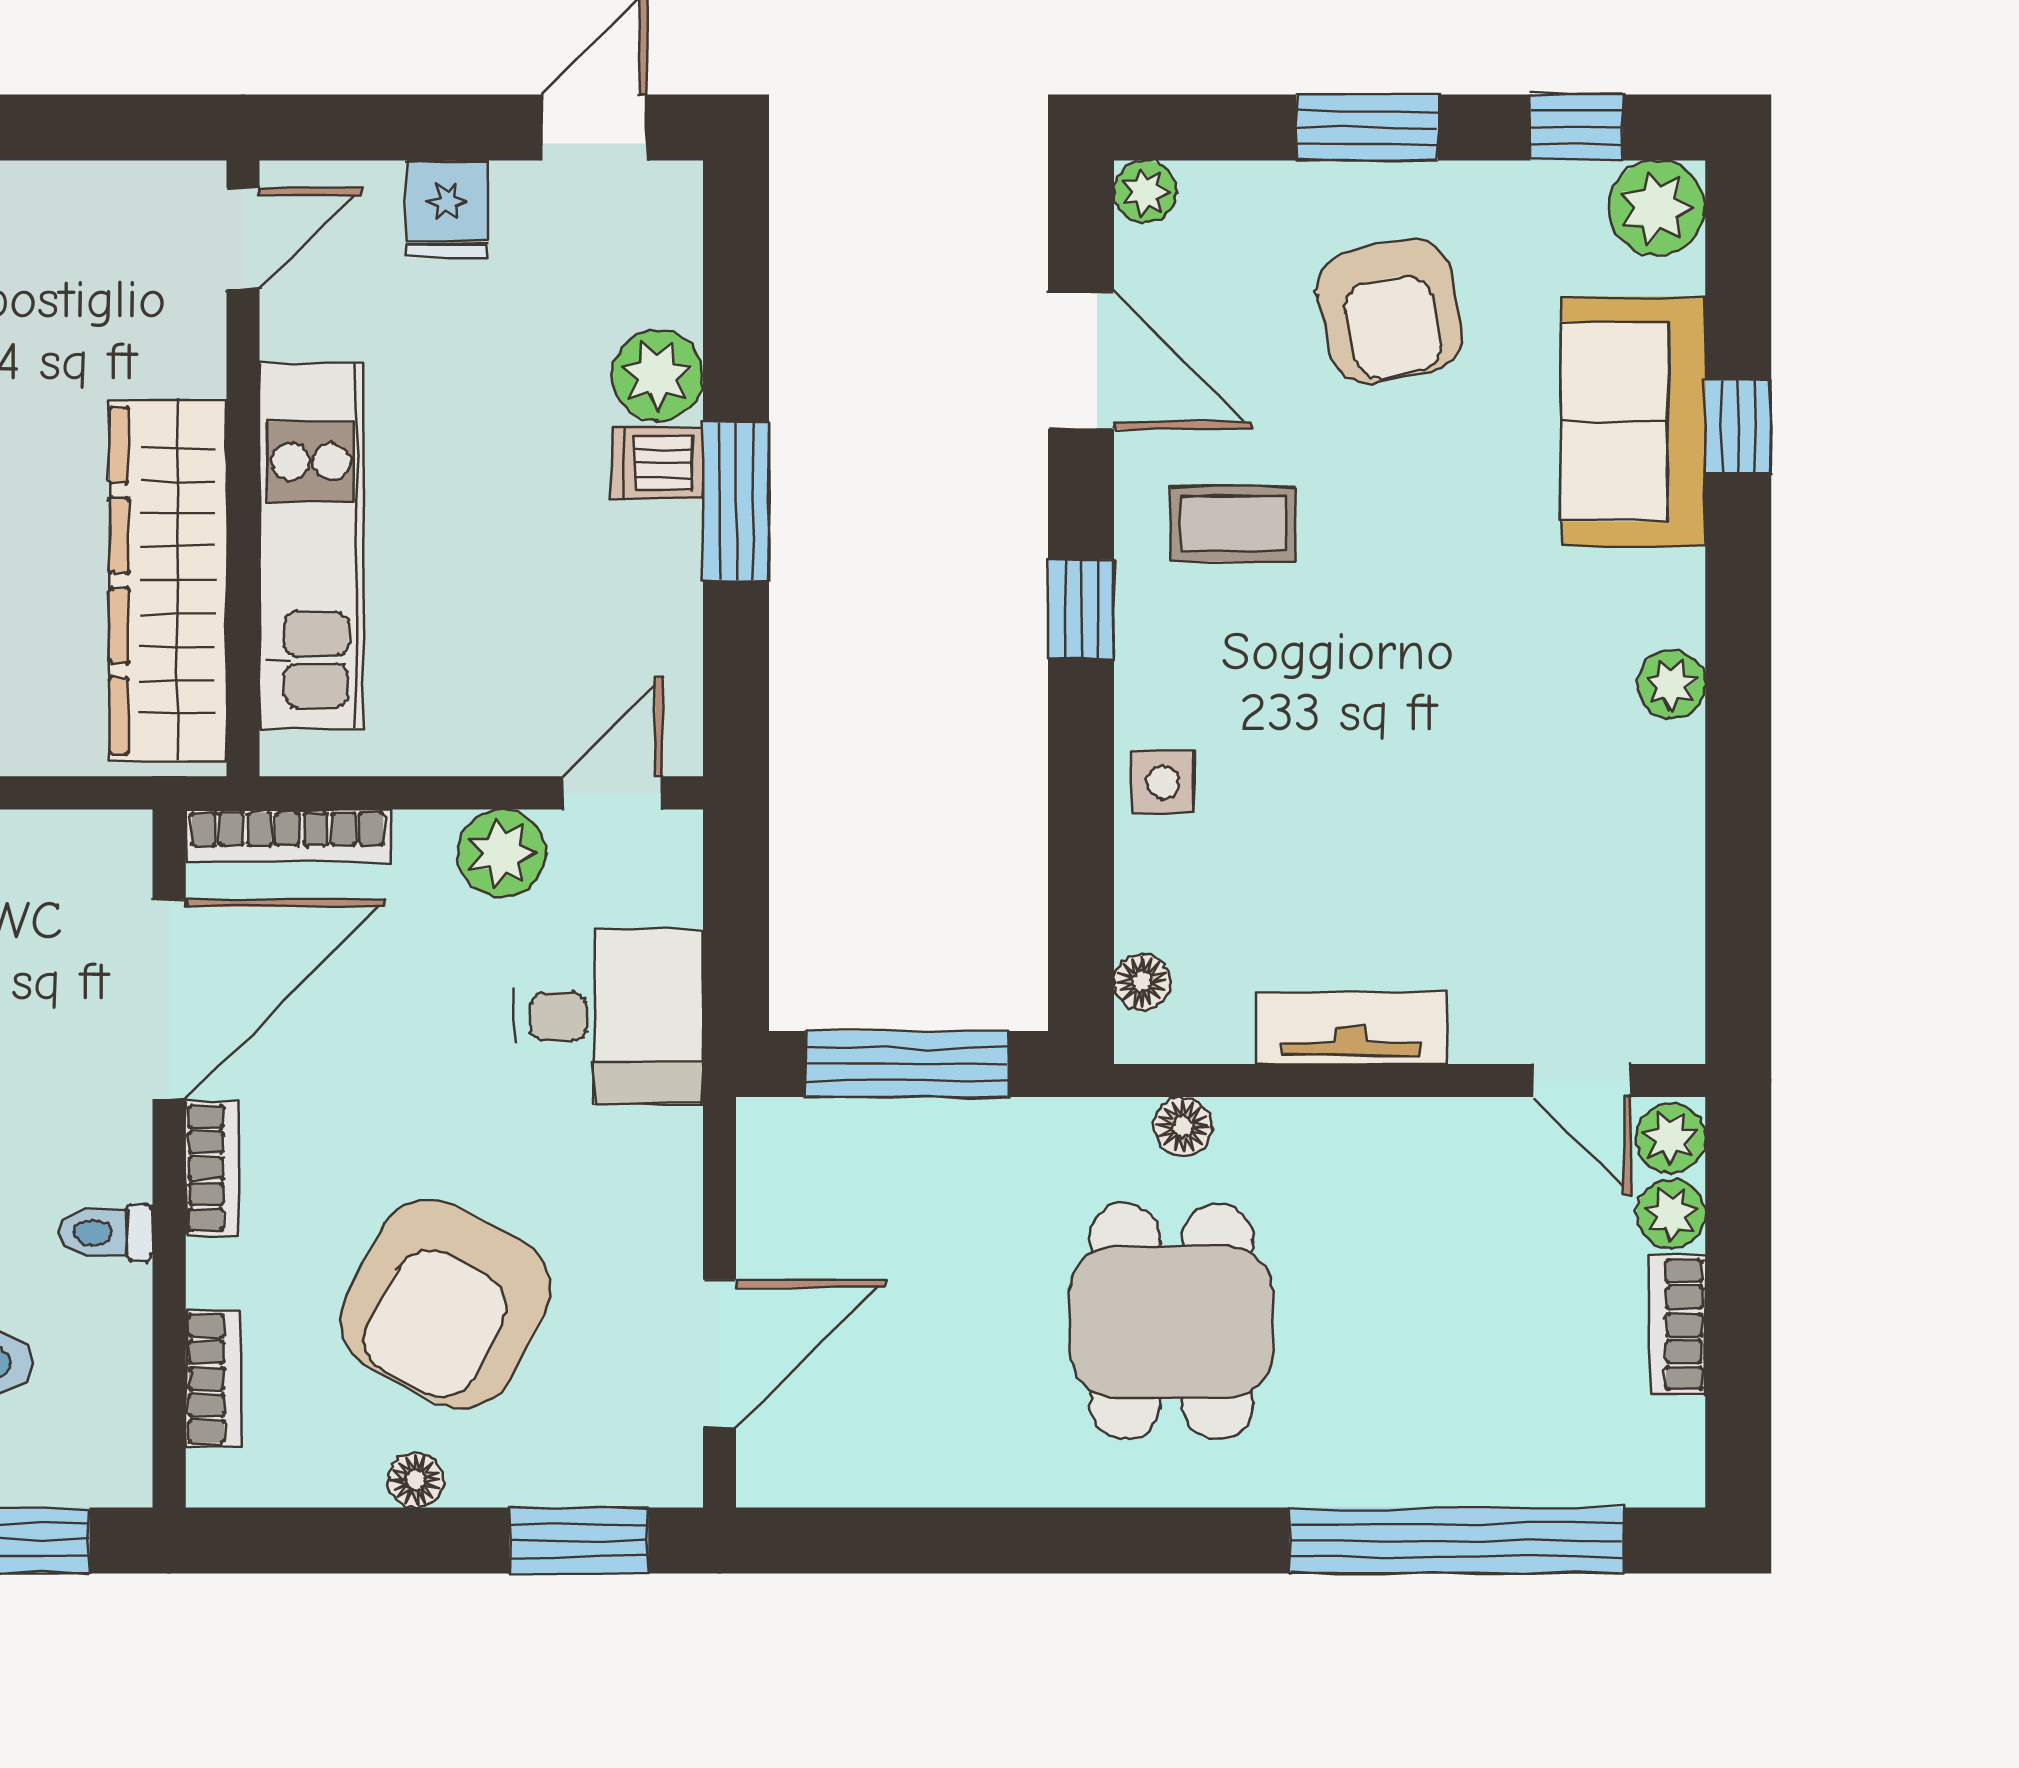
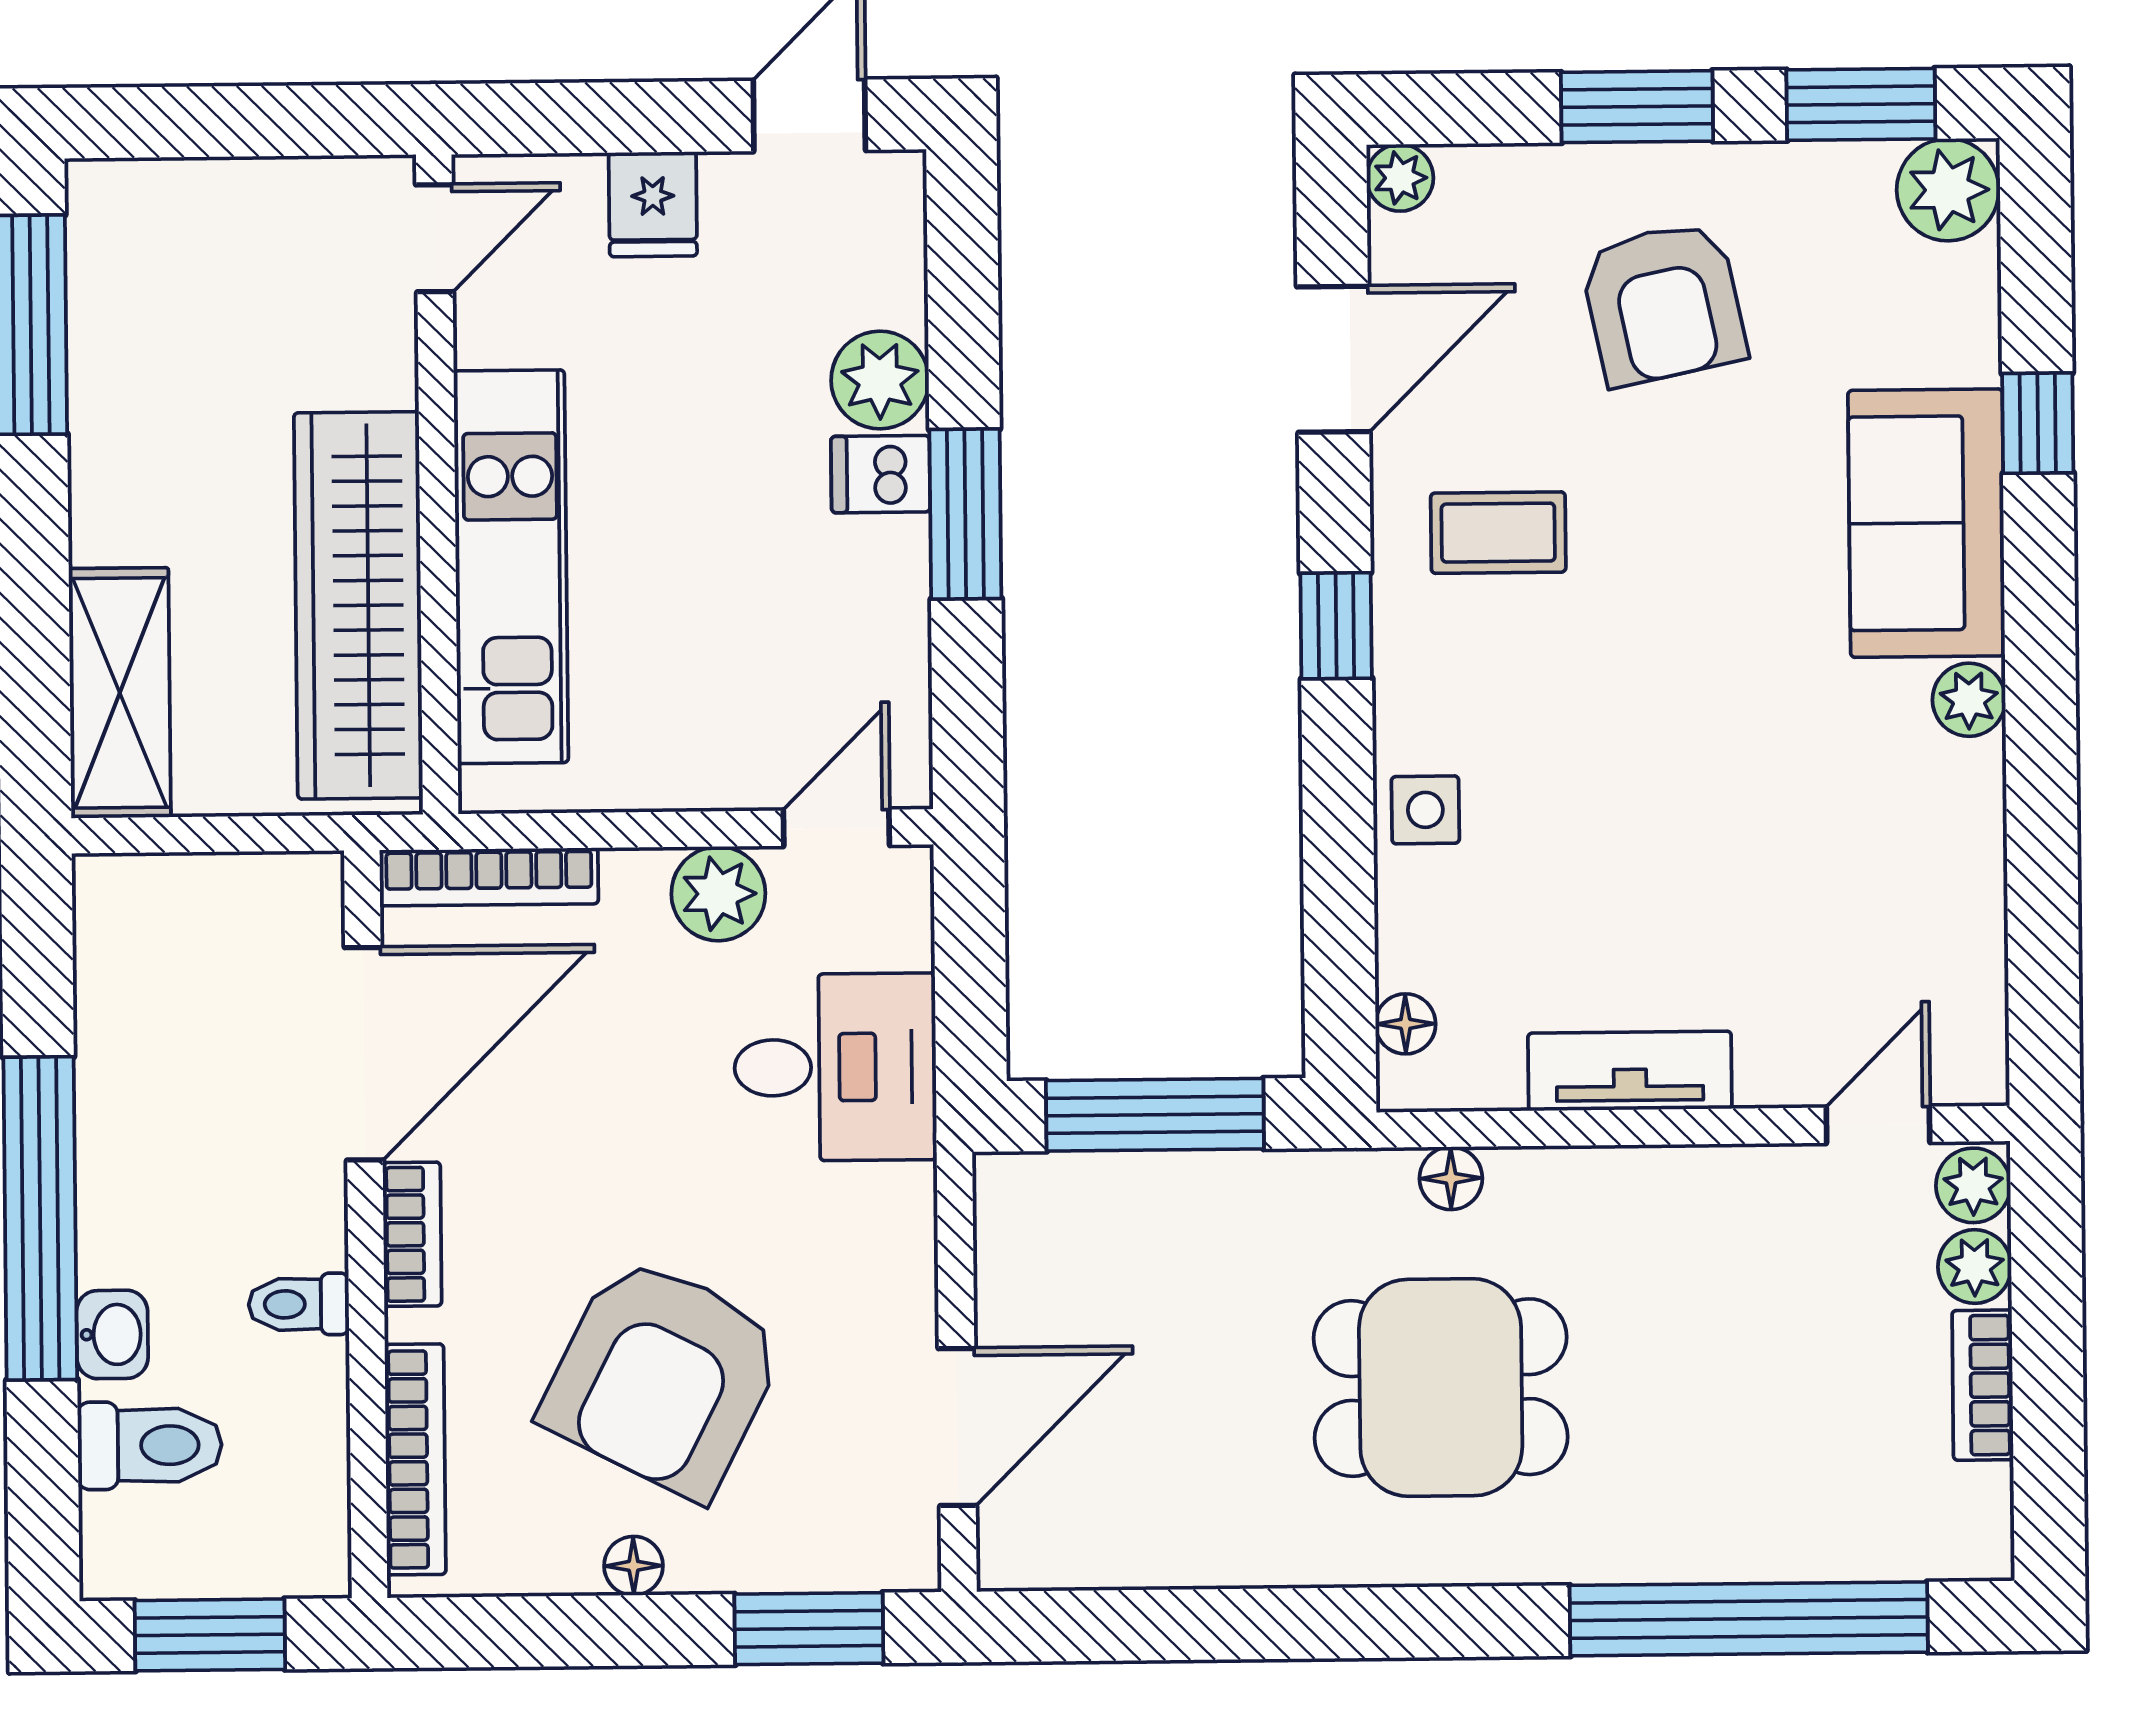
window: (1576, 127) -> (1861, 104), width x1.50
door: (1081, 360) -> (1333, 359), hinge flipped
sofa: (1633, 421) -> (1926, 523), moved
door: (1582, 1080) -> (1878, 1125), swing flipped
dining table: (1171, 1322) -> (1441, 1388), turned 90
bookcase: (213, 1379) -> (415, 1459), width x1.56

